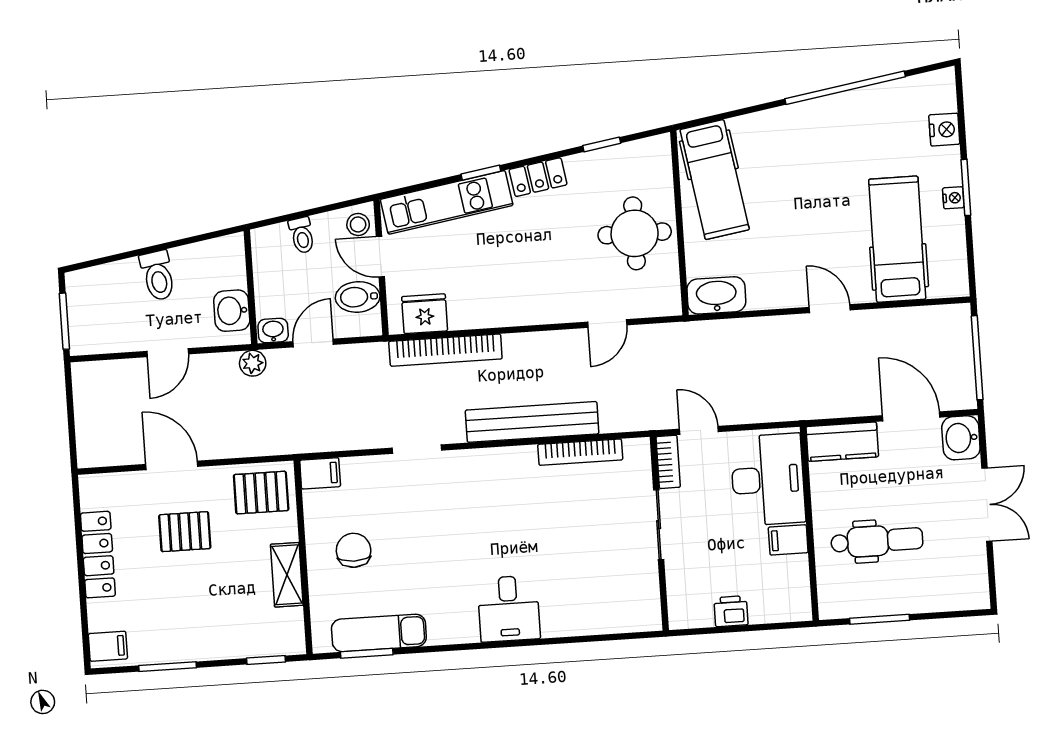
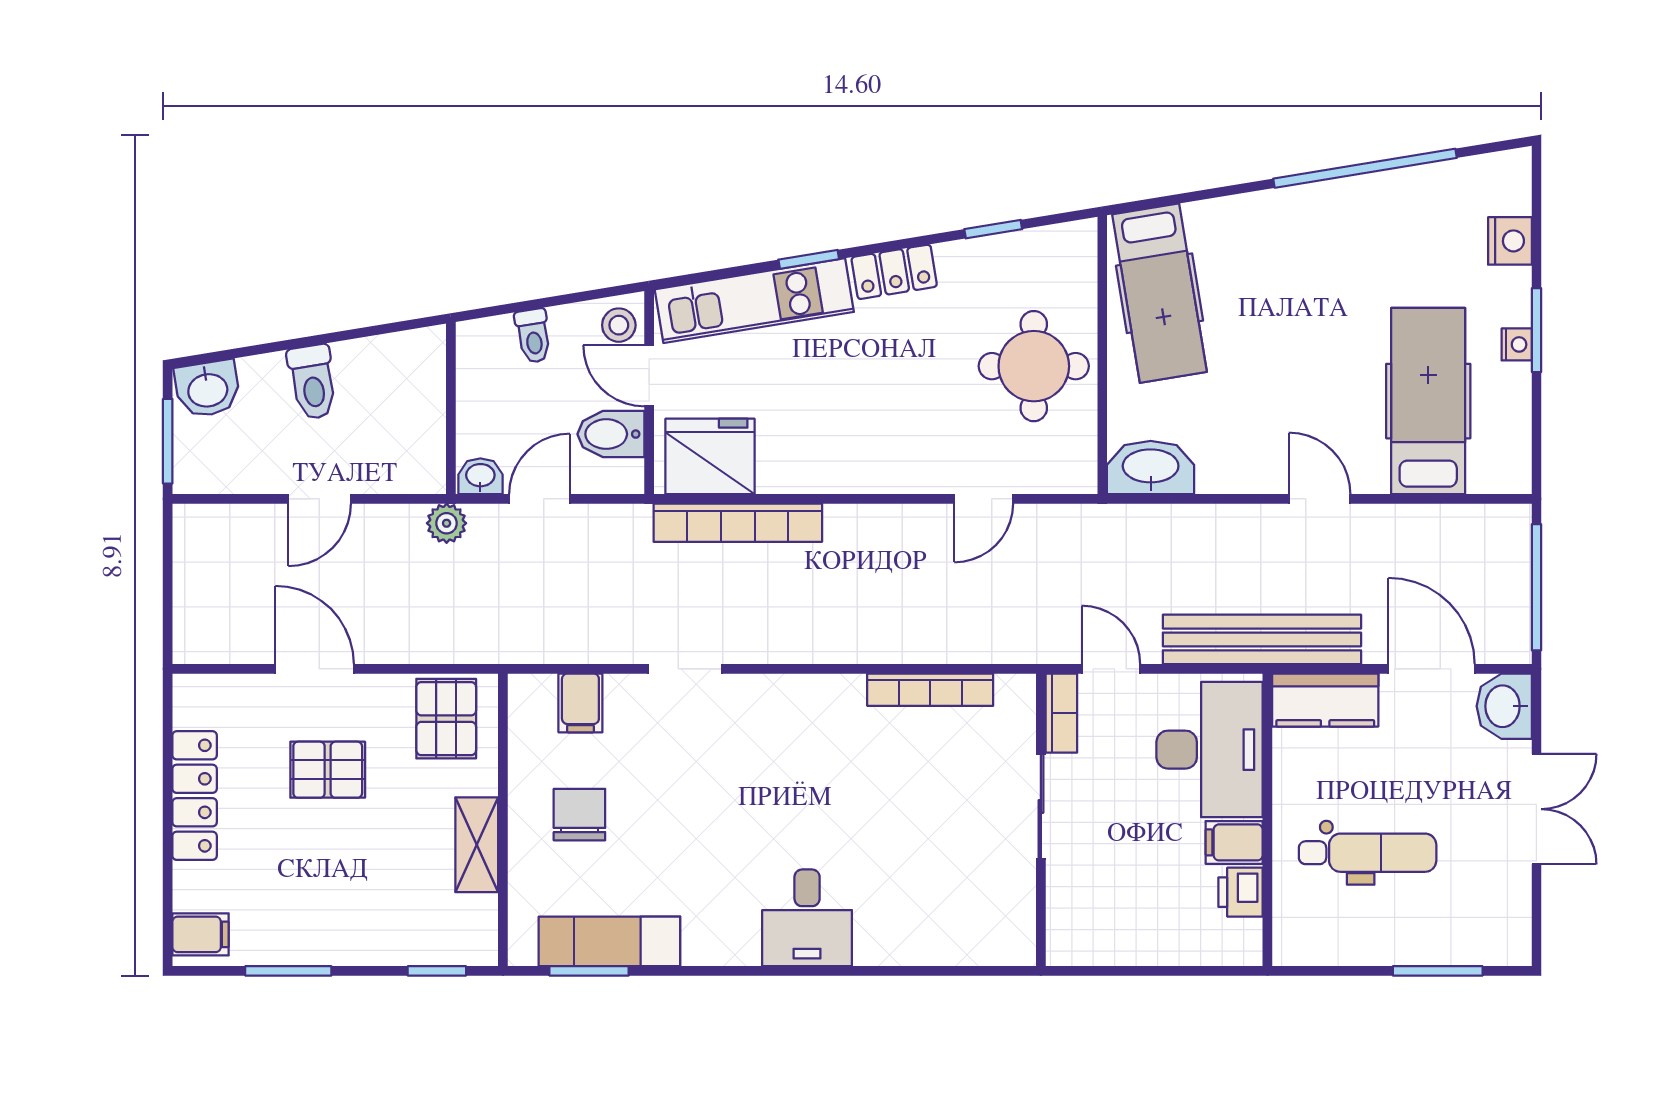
washbasin: (232, 311) -> (208, 389), moved, turned -99
fridge: (425, 314) -> (710, 456), width x1.36, depth x1.34
bench: (532, 422) -> (1262, 639), moved
filing cabinet: (320, 473) -> (580, 703), moved, turned 90
pallet: (261, 493) -> (446, 719), turned 90
printer: (731, 611) -> (1241, 892), moved, turned -90
window: (880, 619) -> (1438, 971), moved

